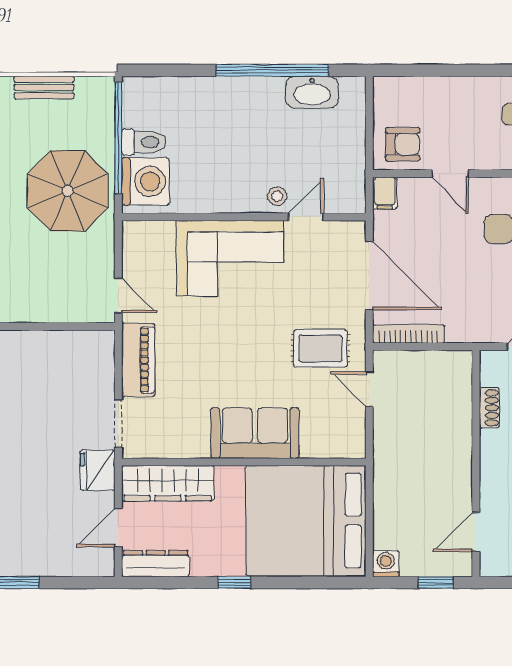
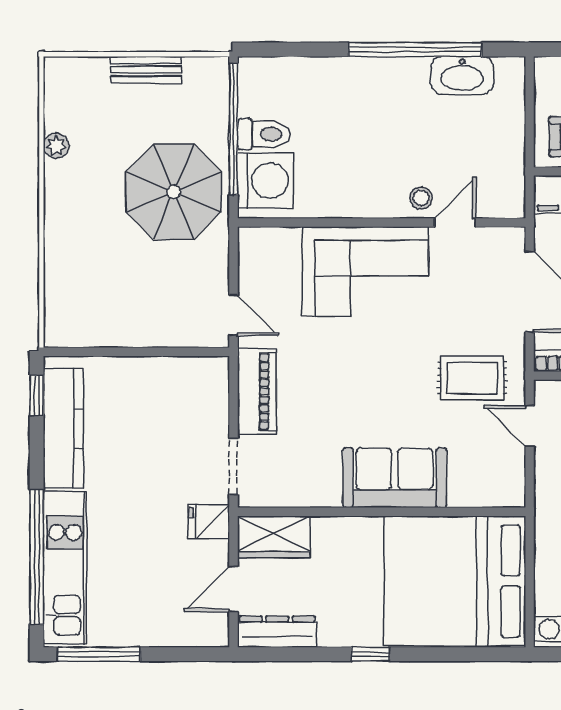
fridge: (97, 470) -> (209, 521), width x0.72
wardrobe: (168, 483) -> (274, 537), width x0.67

